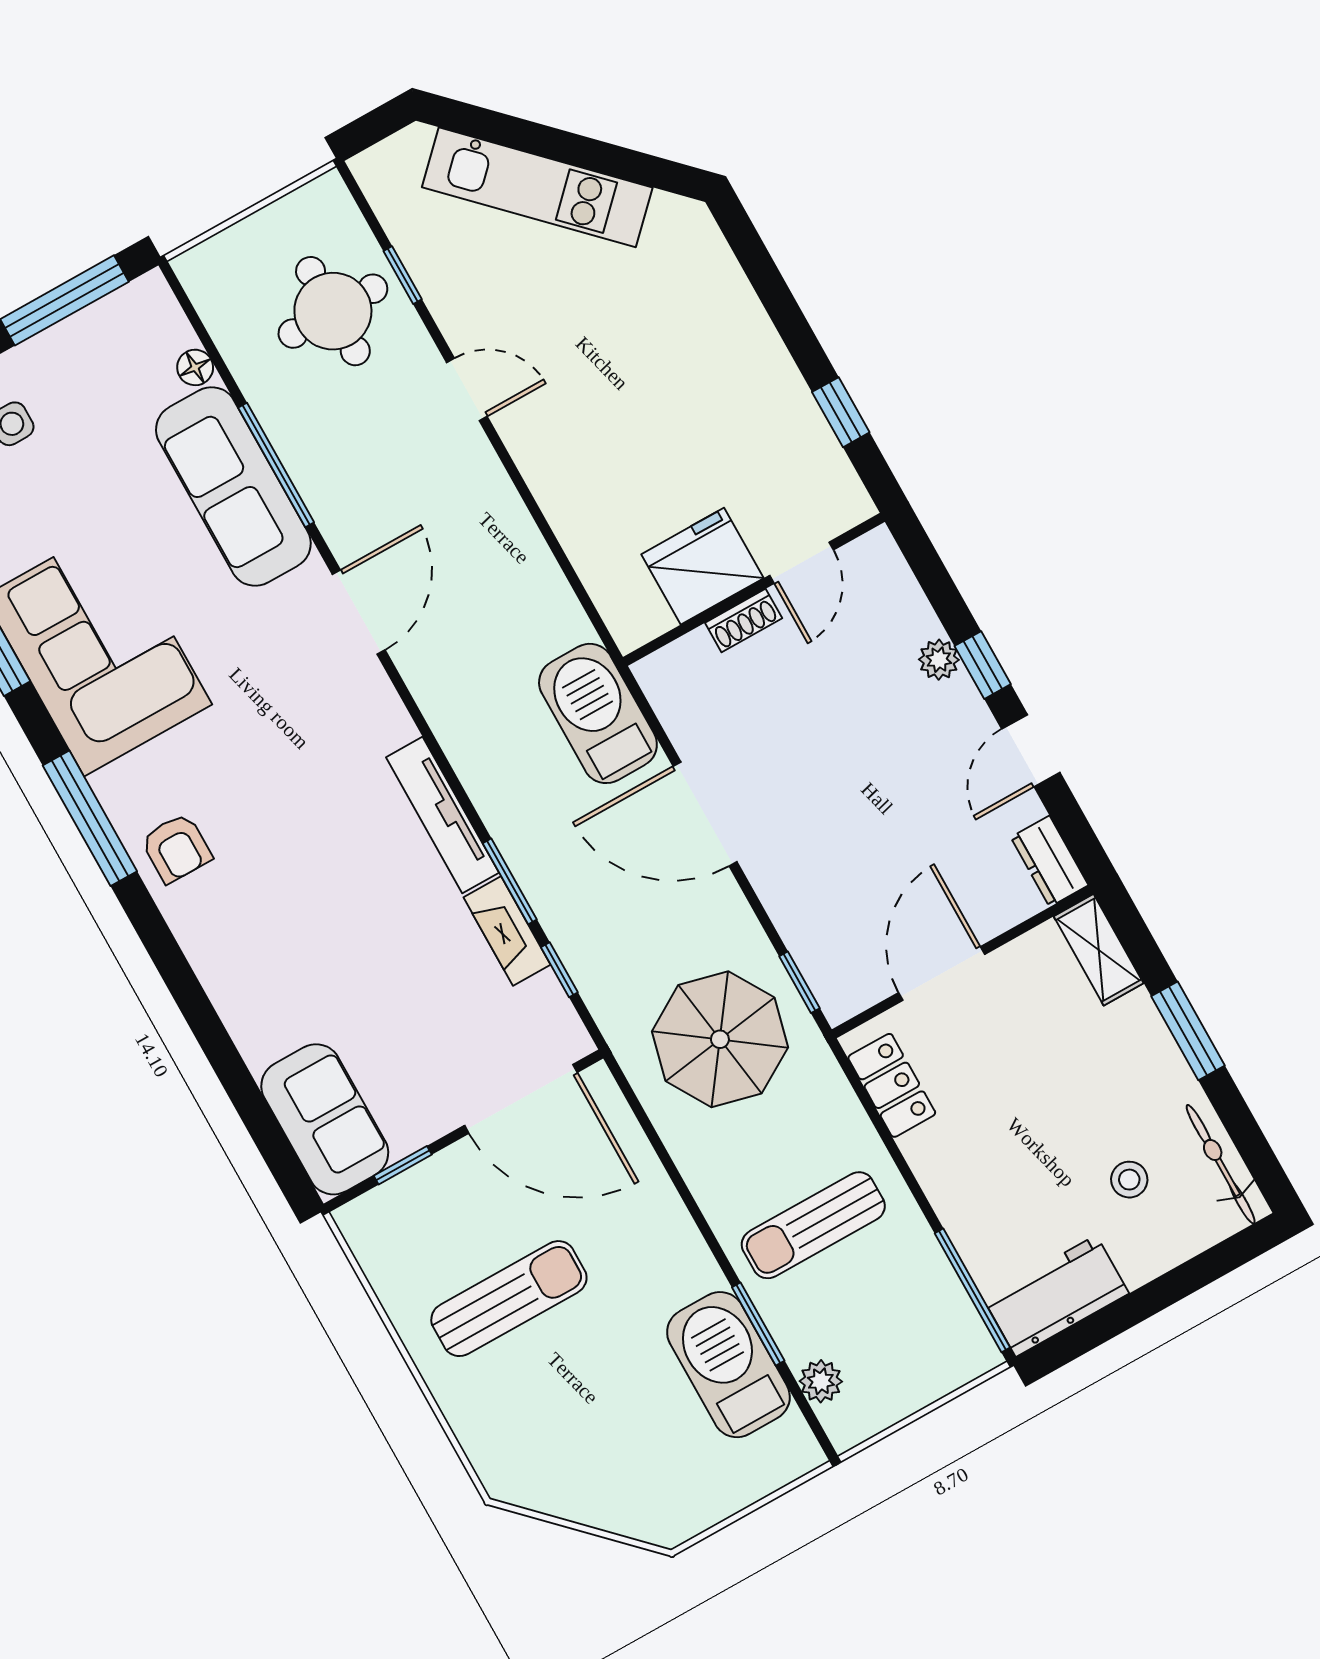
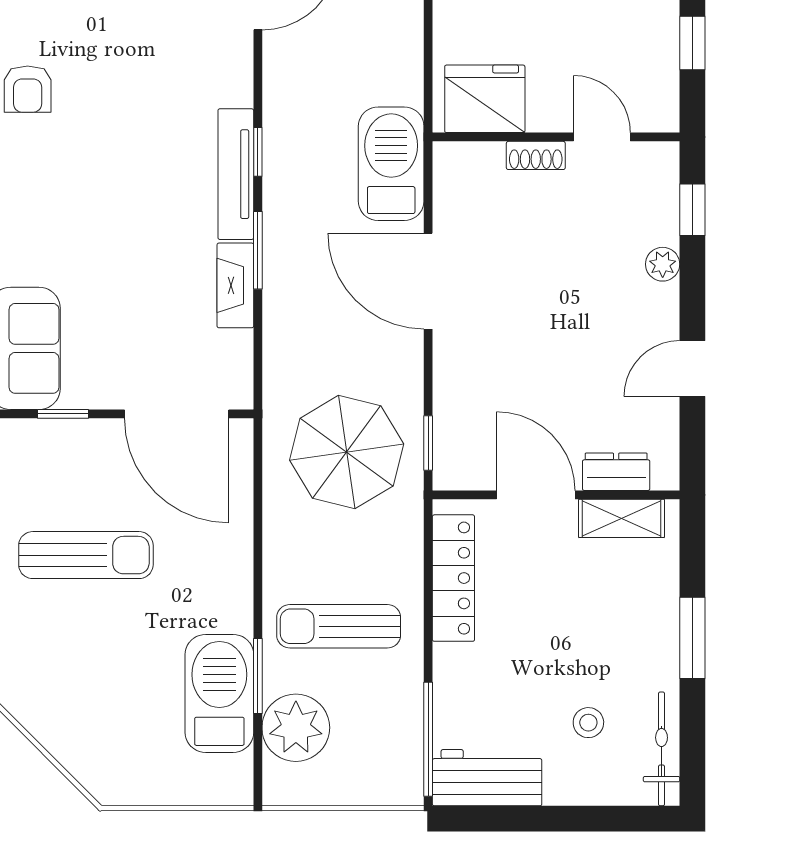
door: (802, 563) -> (602, 137), swing flipped
fridge: (702, 566) -> (485, 99), moved
window: (983, 665) -> (692, 210), moved
dresser: (1050, 861) -> (616, 472), moved, turned 90
shelving: (1099, 950) -> (621, 518), moved, turned 90
window: (559, 970) -> (258, 152), moved
door: (942, 973) -> (536, 495), hinge flipped
locker: (892, 1085) -> (453, 578), width x1.53
plant: (821, 1381) -> (296, 728), width x1.87, depth x1.87

